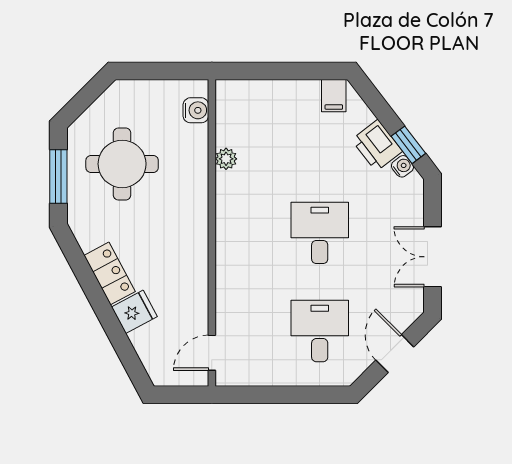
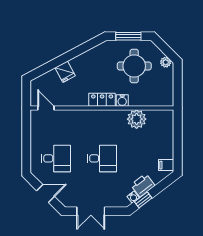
plant: (114, 97) -> (166, 62), added
water cooler: (196, 110) -> (122, 100), moved
plant: (226, 159) -> (137, 119), width x1.87, depth x1.87
double door: (433, 257) -> (91, 211), swing flipped
locker: (110, 273) -> (102, 100), moved, turned -152

